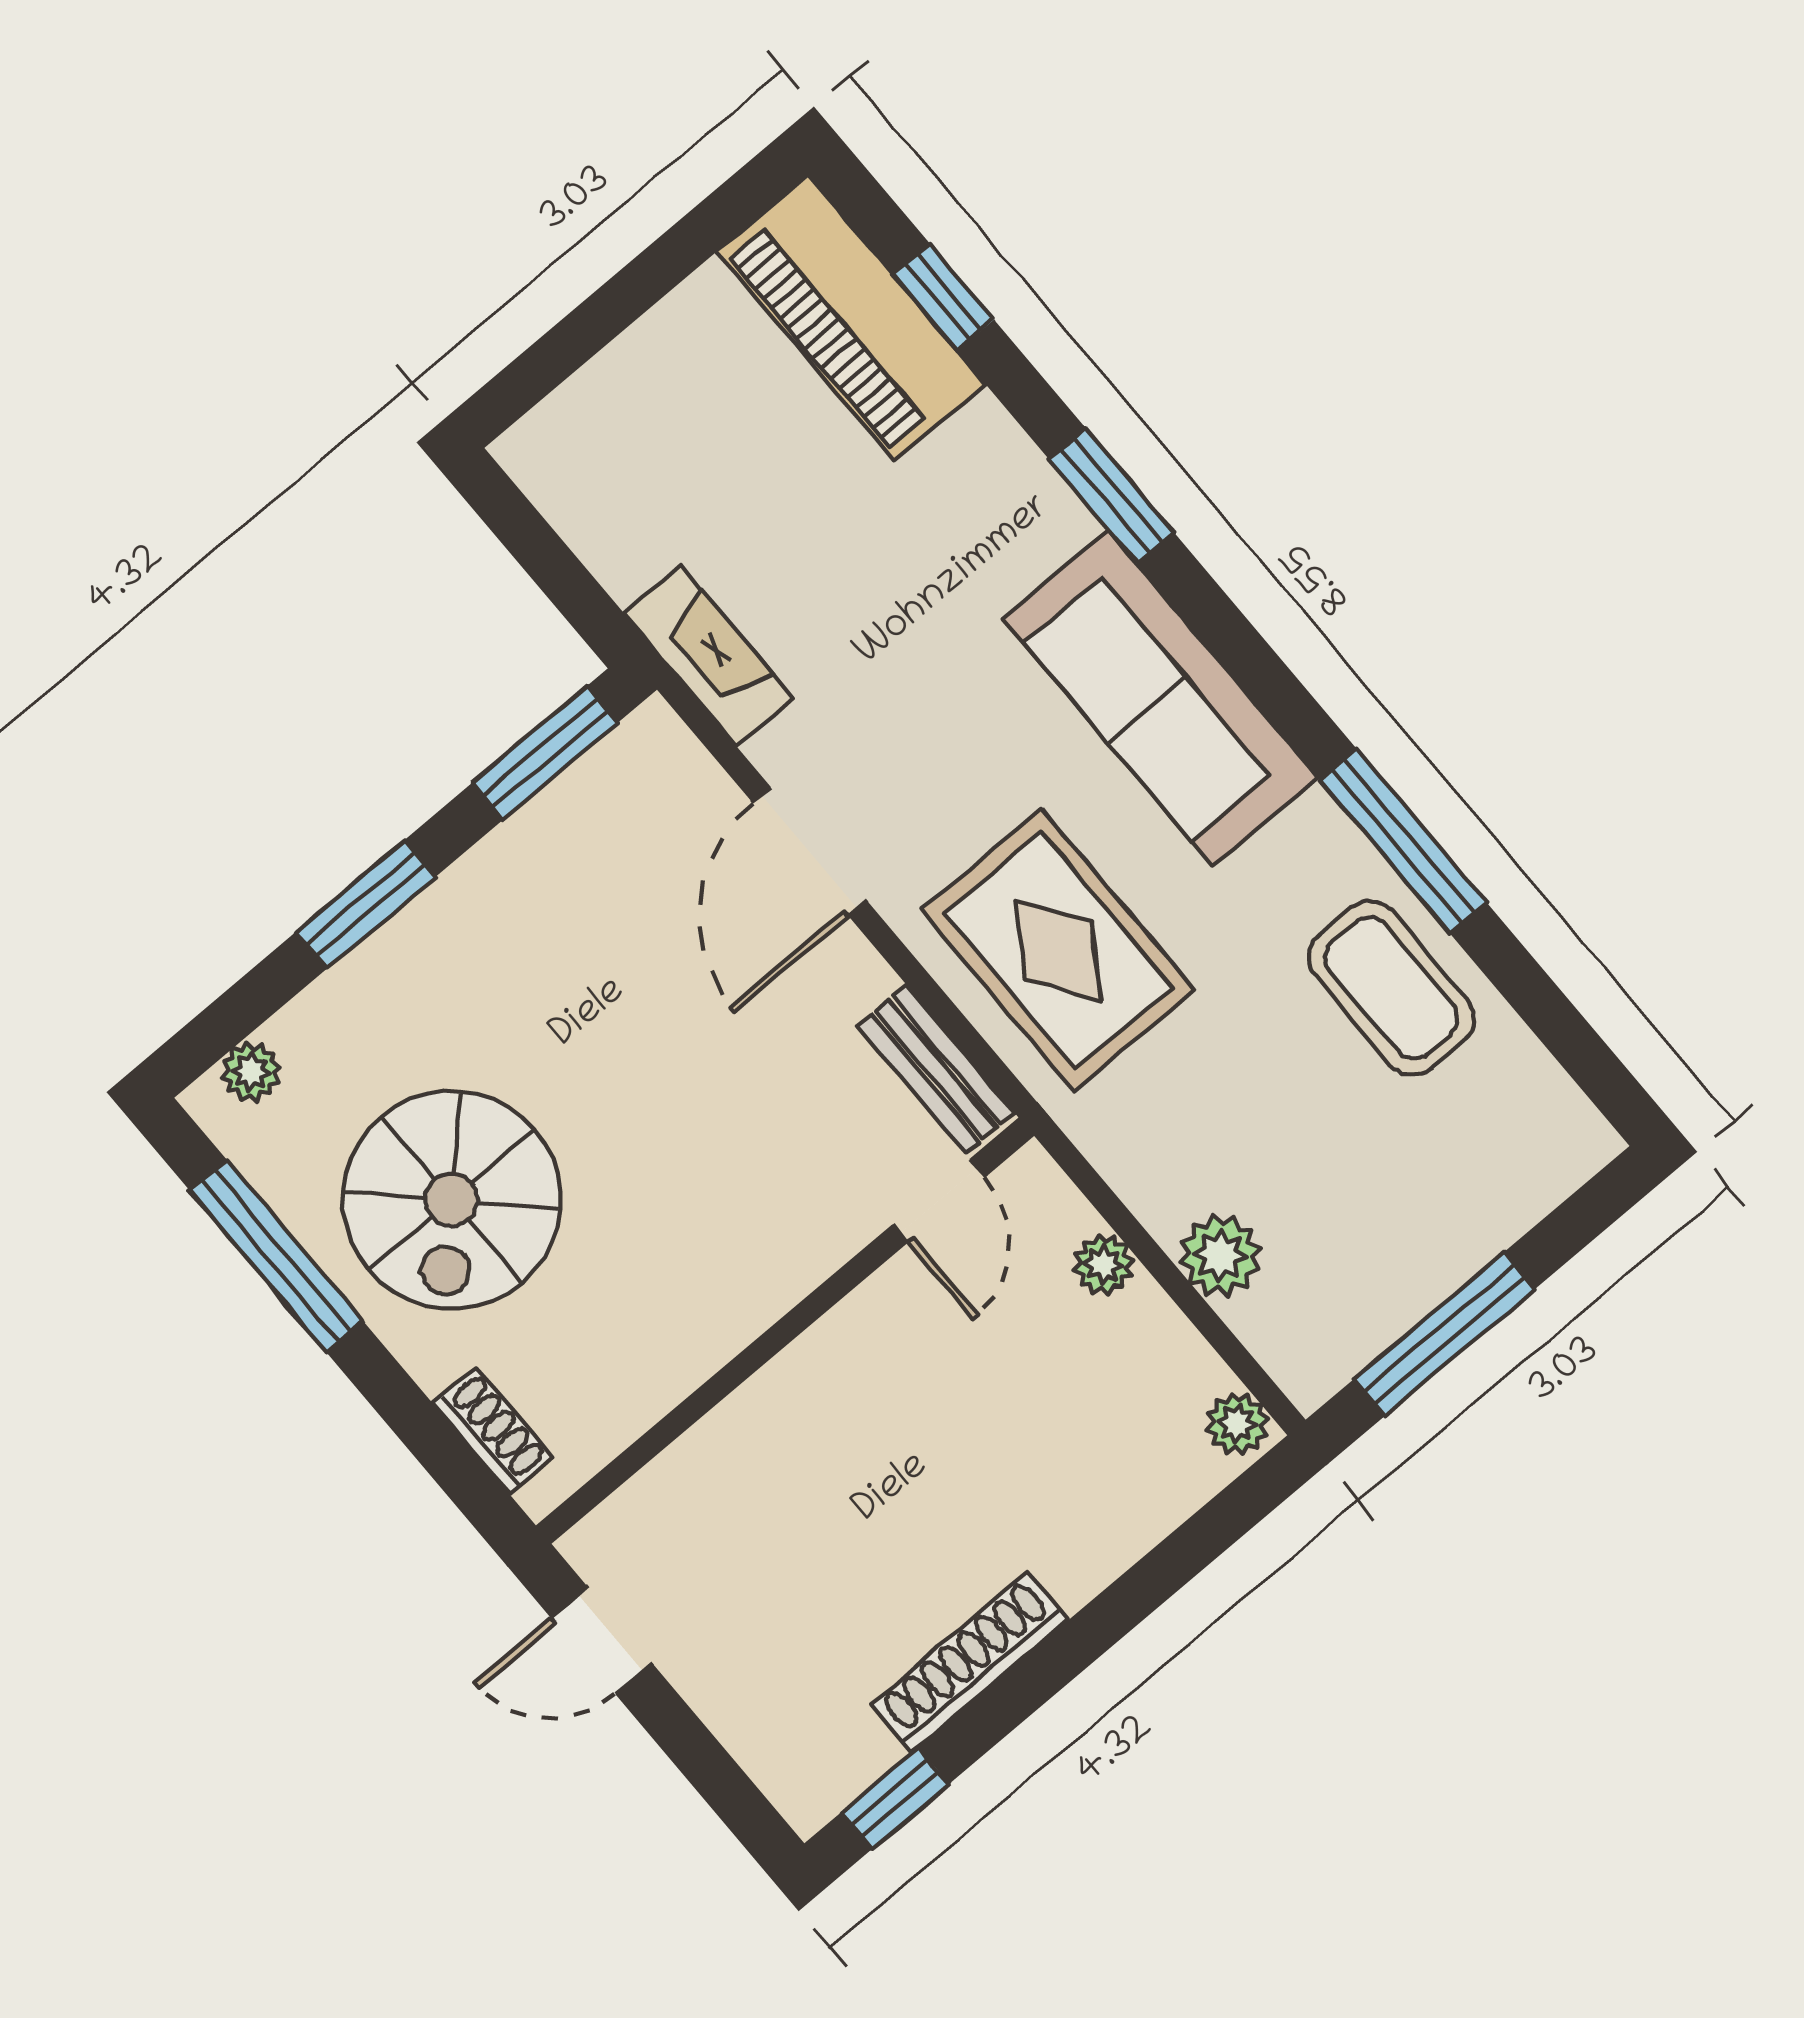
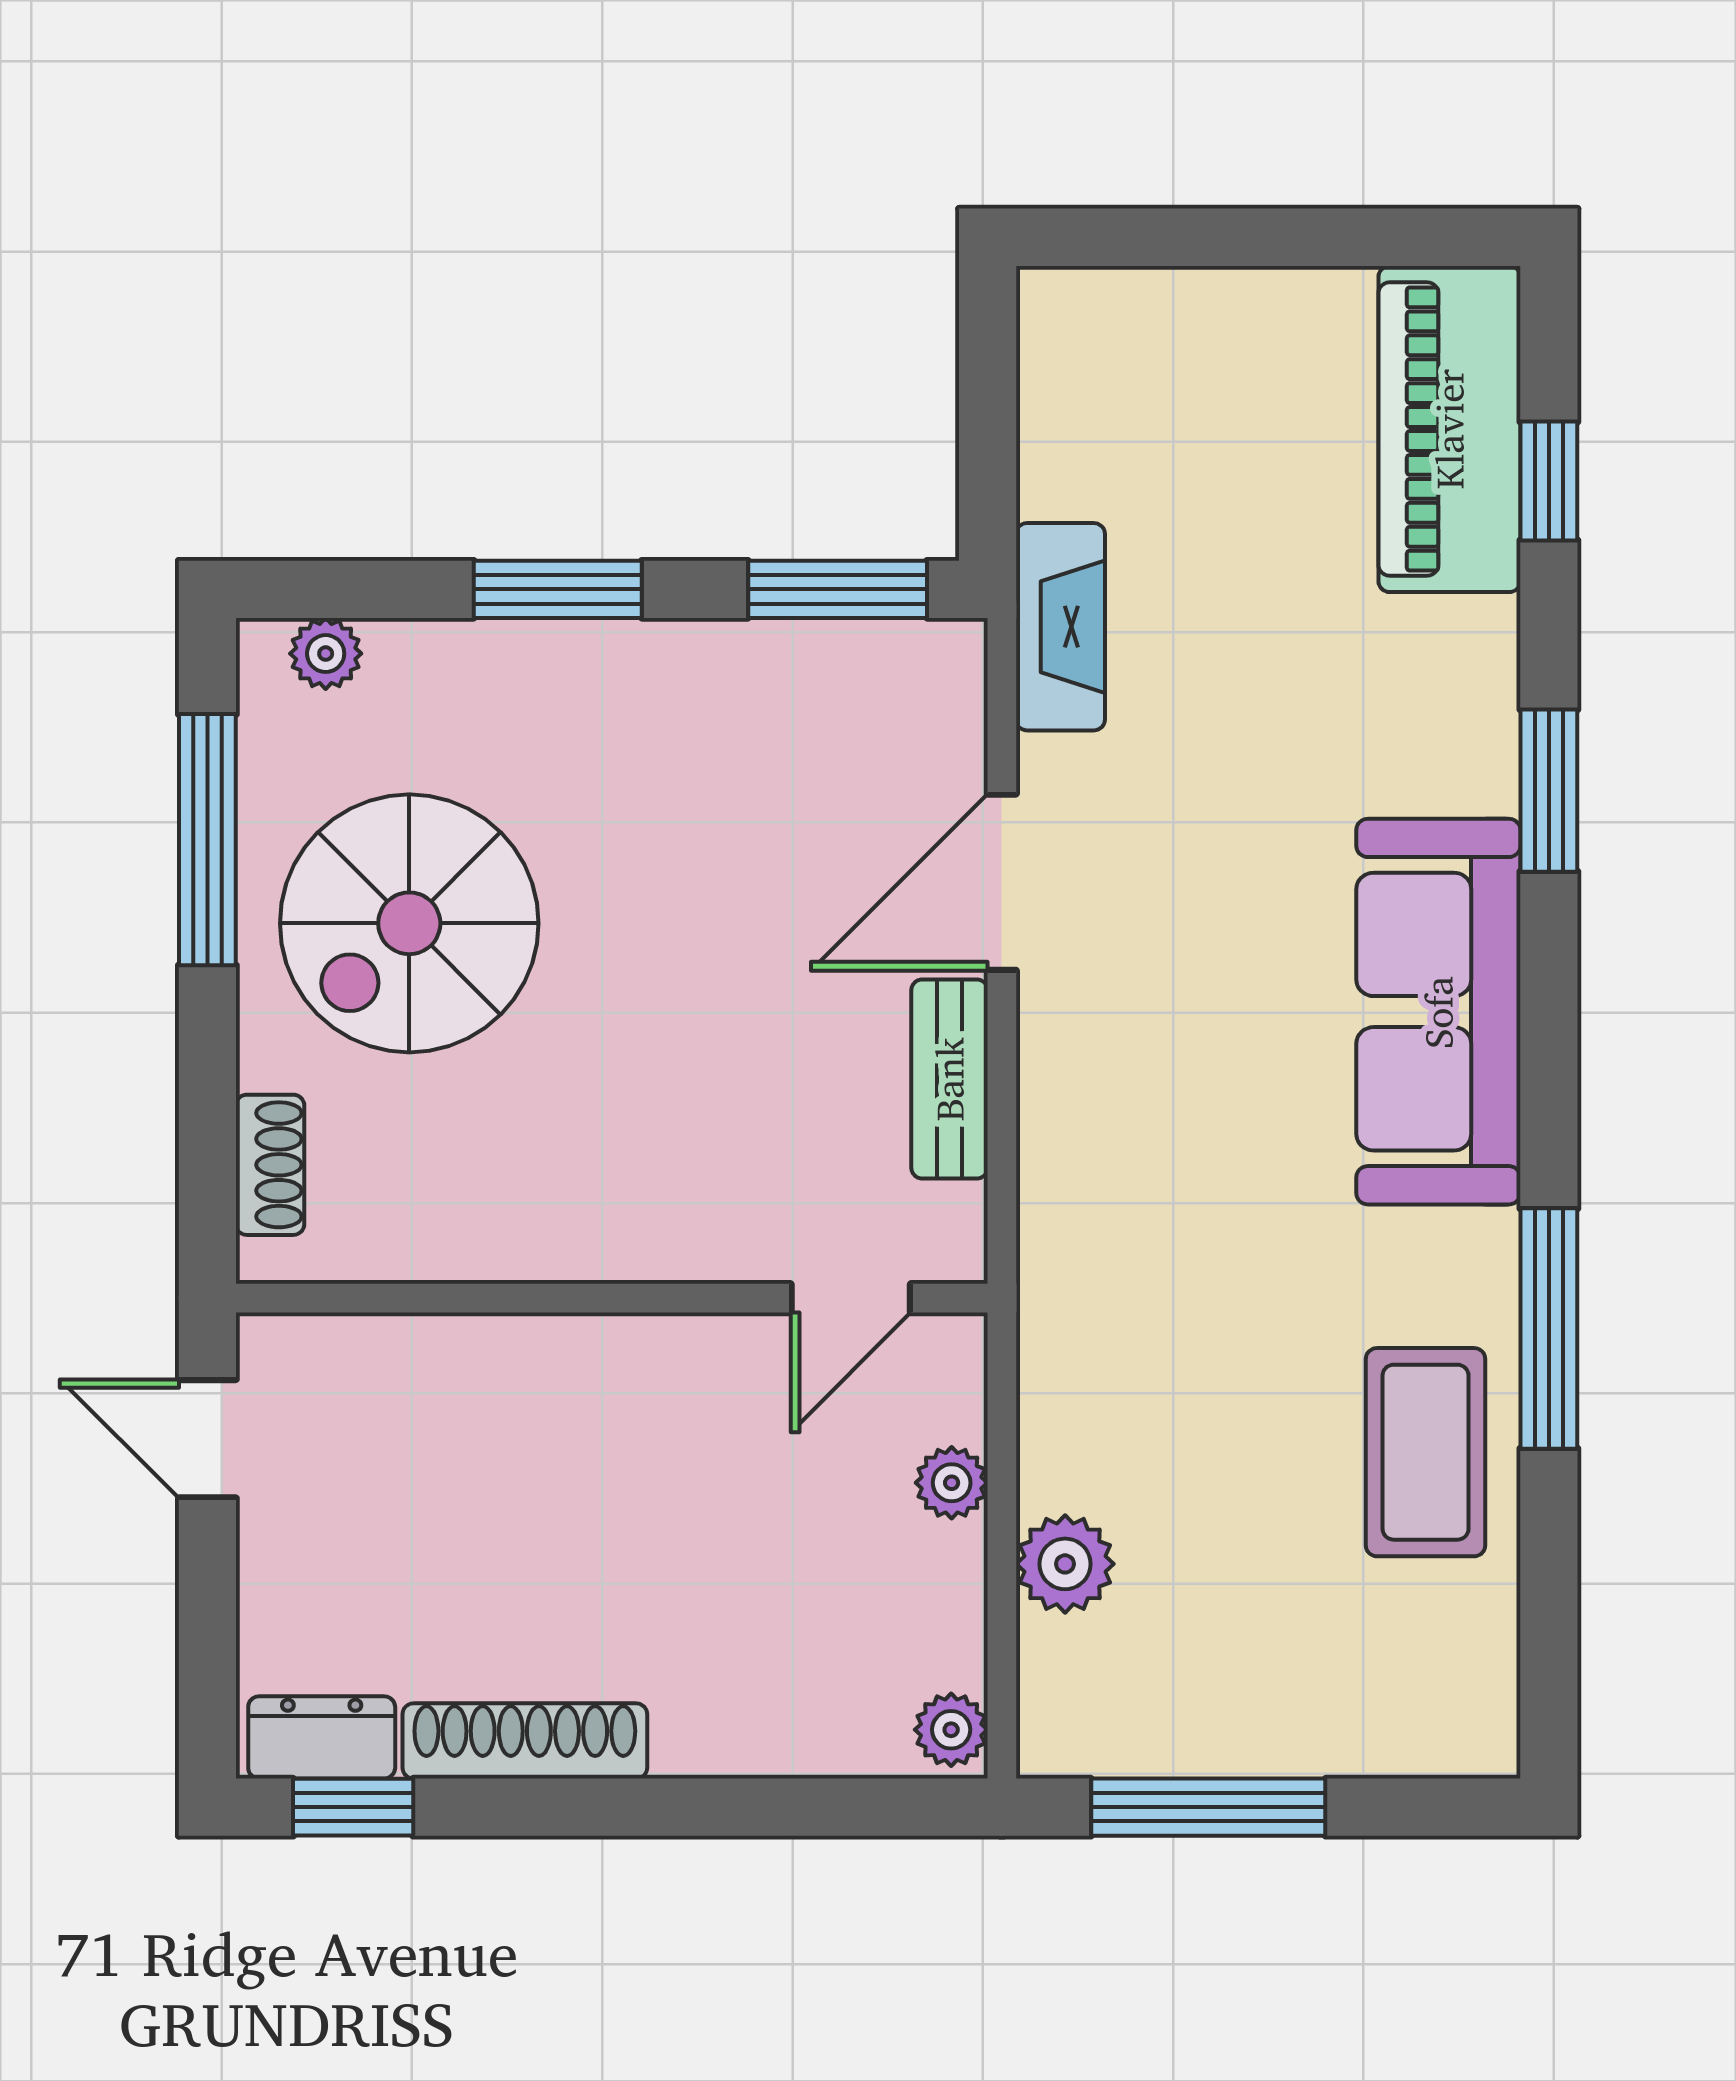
rug: (1058, 950) -> (1152, 1162), removed
bench: (936, 1069) -> (949, 1079), moved
dresser: (837, 1770) -> (322, 1737), added

